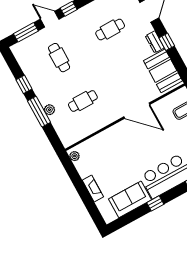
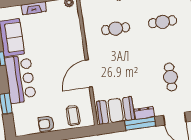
window: (167, 42) -> (140, 124), width x2.17
cafe table: (83, 101) -> (116, 29), turned 90

